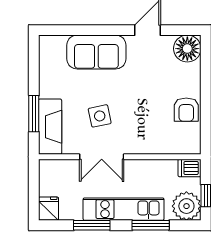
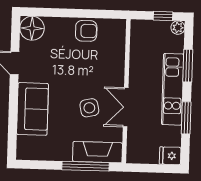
window: (34, 114) -> (86, 166), width x1.44
double door: (102, 157) -> (126, 107), swing flipped
dishwasher: (189, 168) -> (138, 30), removed
plant: (186, 206) -> (178, 28), width x0.53, depth x0.53

